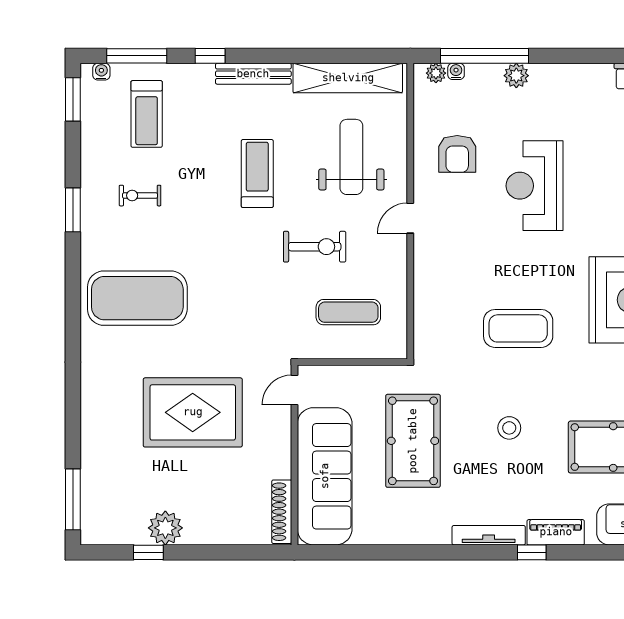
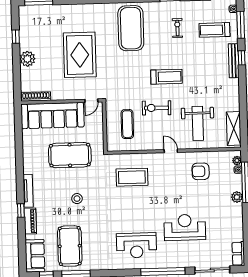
bench: (253, 74) -> (234, 61), moved
shelving: (348, 78) -> (234, 129), width x0.68
weight bench: (351, 157) -> (198, 123), turned 90
treadmill: (257, 174) -> (167, 77), moved
reception desk: (535, 186) -> (185, 227), moved
exercise bike: (315, 247) -> (157, 108), turned 91
coffee table: (518, 328) -> (132, 177), moved, turned 90
door: (294, 390) -> (91, 101), swing flipped
plant: (165, 528) -> (27, 59), moved

